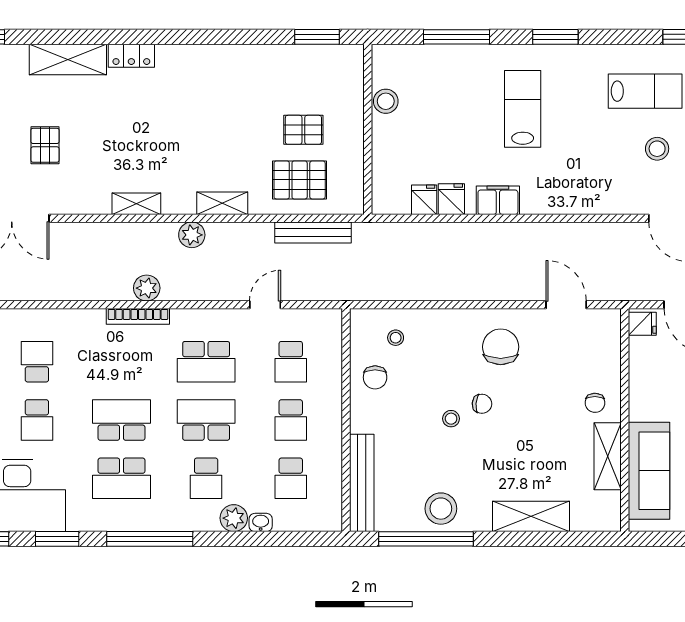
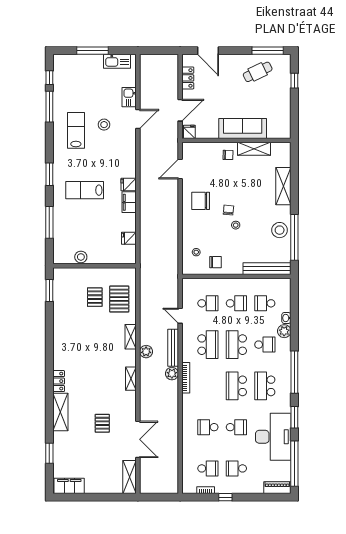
pallet: (45, 145) -> (102, 423), turned 90
fridge: (451, 199) -> (129, 184), moved
bench: (313, 233) -> (173, 348), moved
sofa: (649, 471) -> (243, 129), moved
school desk: (121, 478) -> (265, 386), turned 180
school desk: (291, 478) -> (265, 303), turned 180

